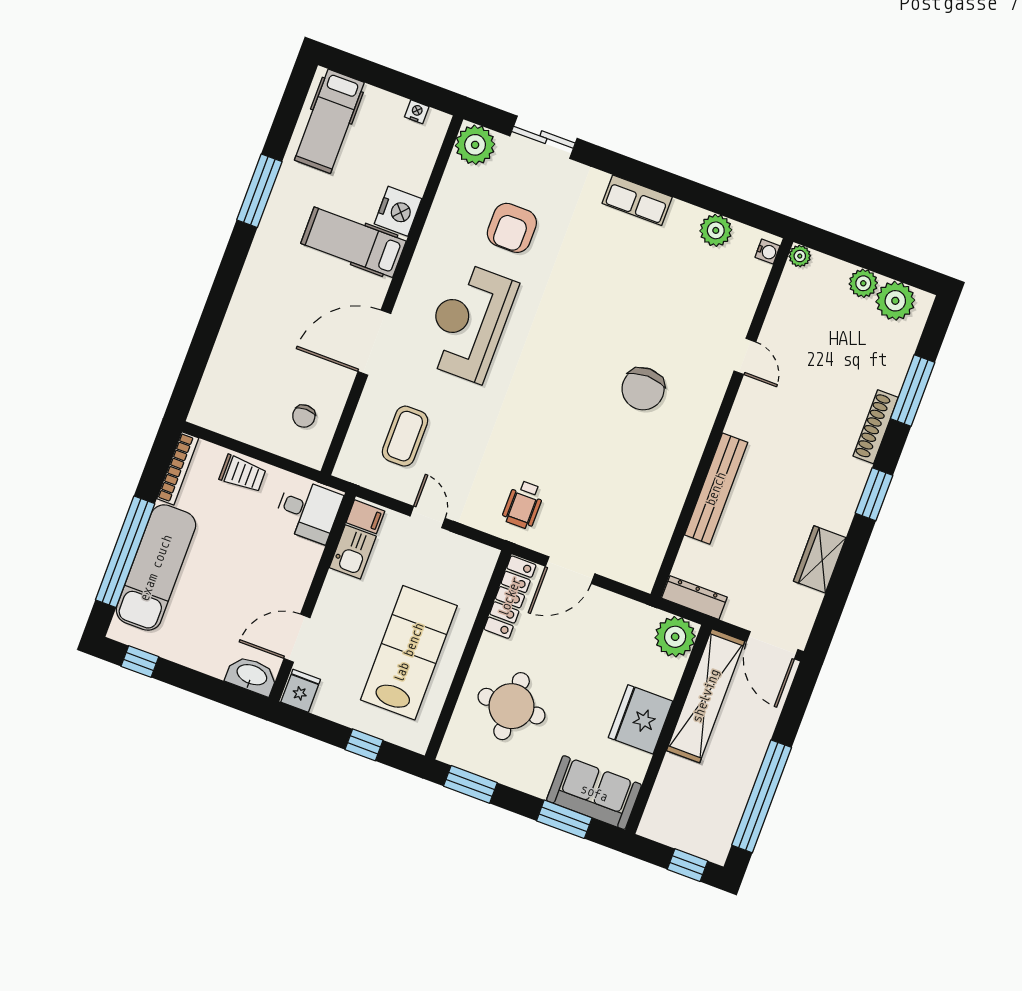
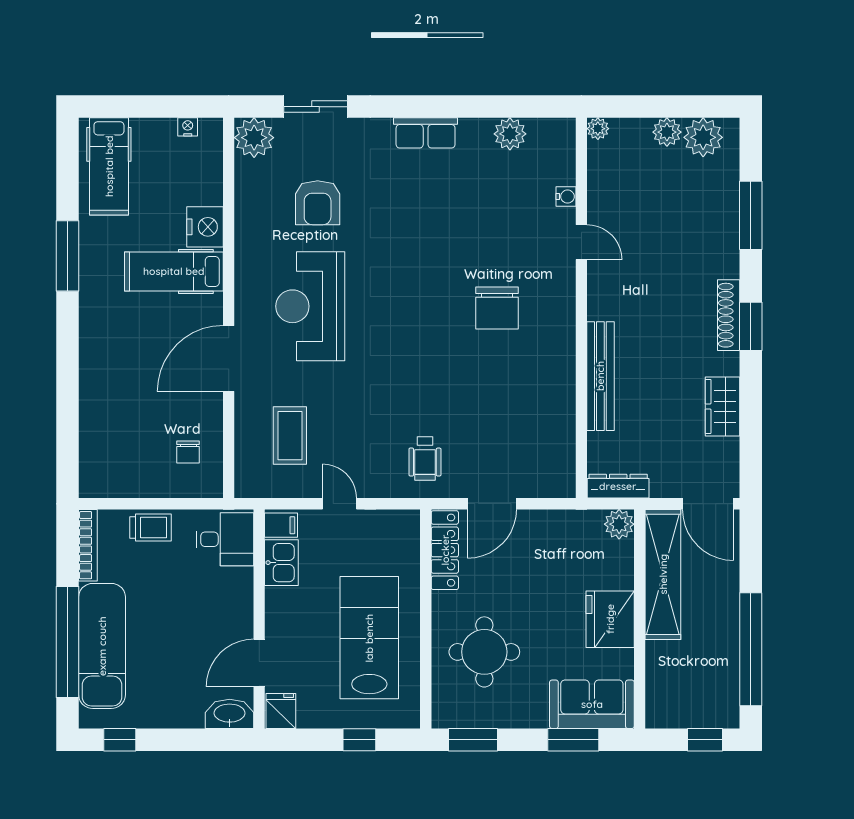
water cooler: (768, 252) -> (566, 197), moved
shoe rack: (876, 427) -> (729, 315), moved
plant: (675, 637) -> (619, 524), width x0.73, depth x0.73

